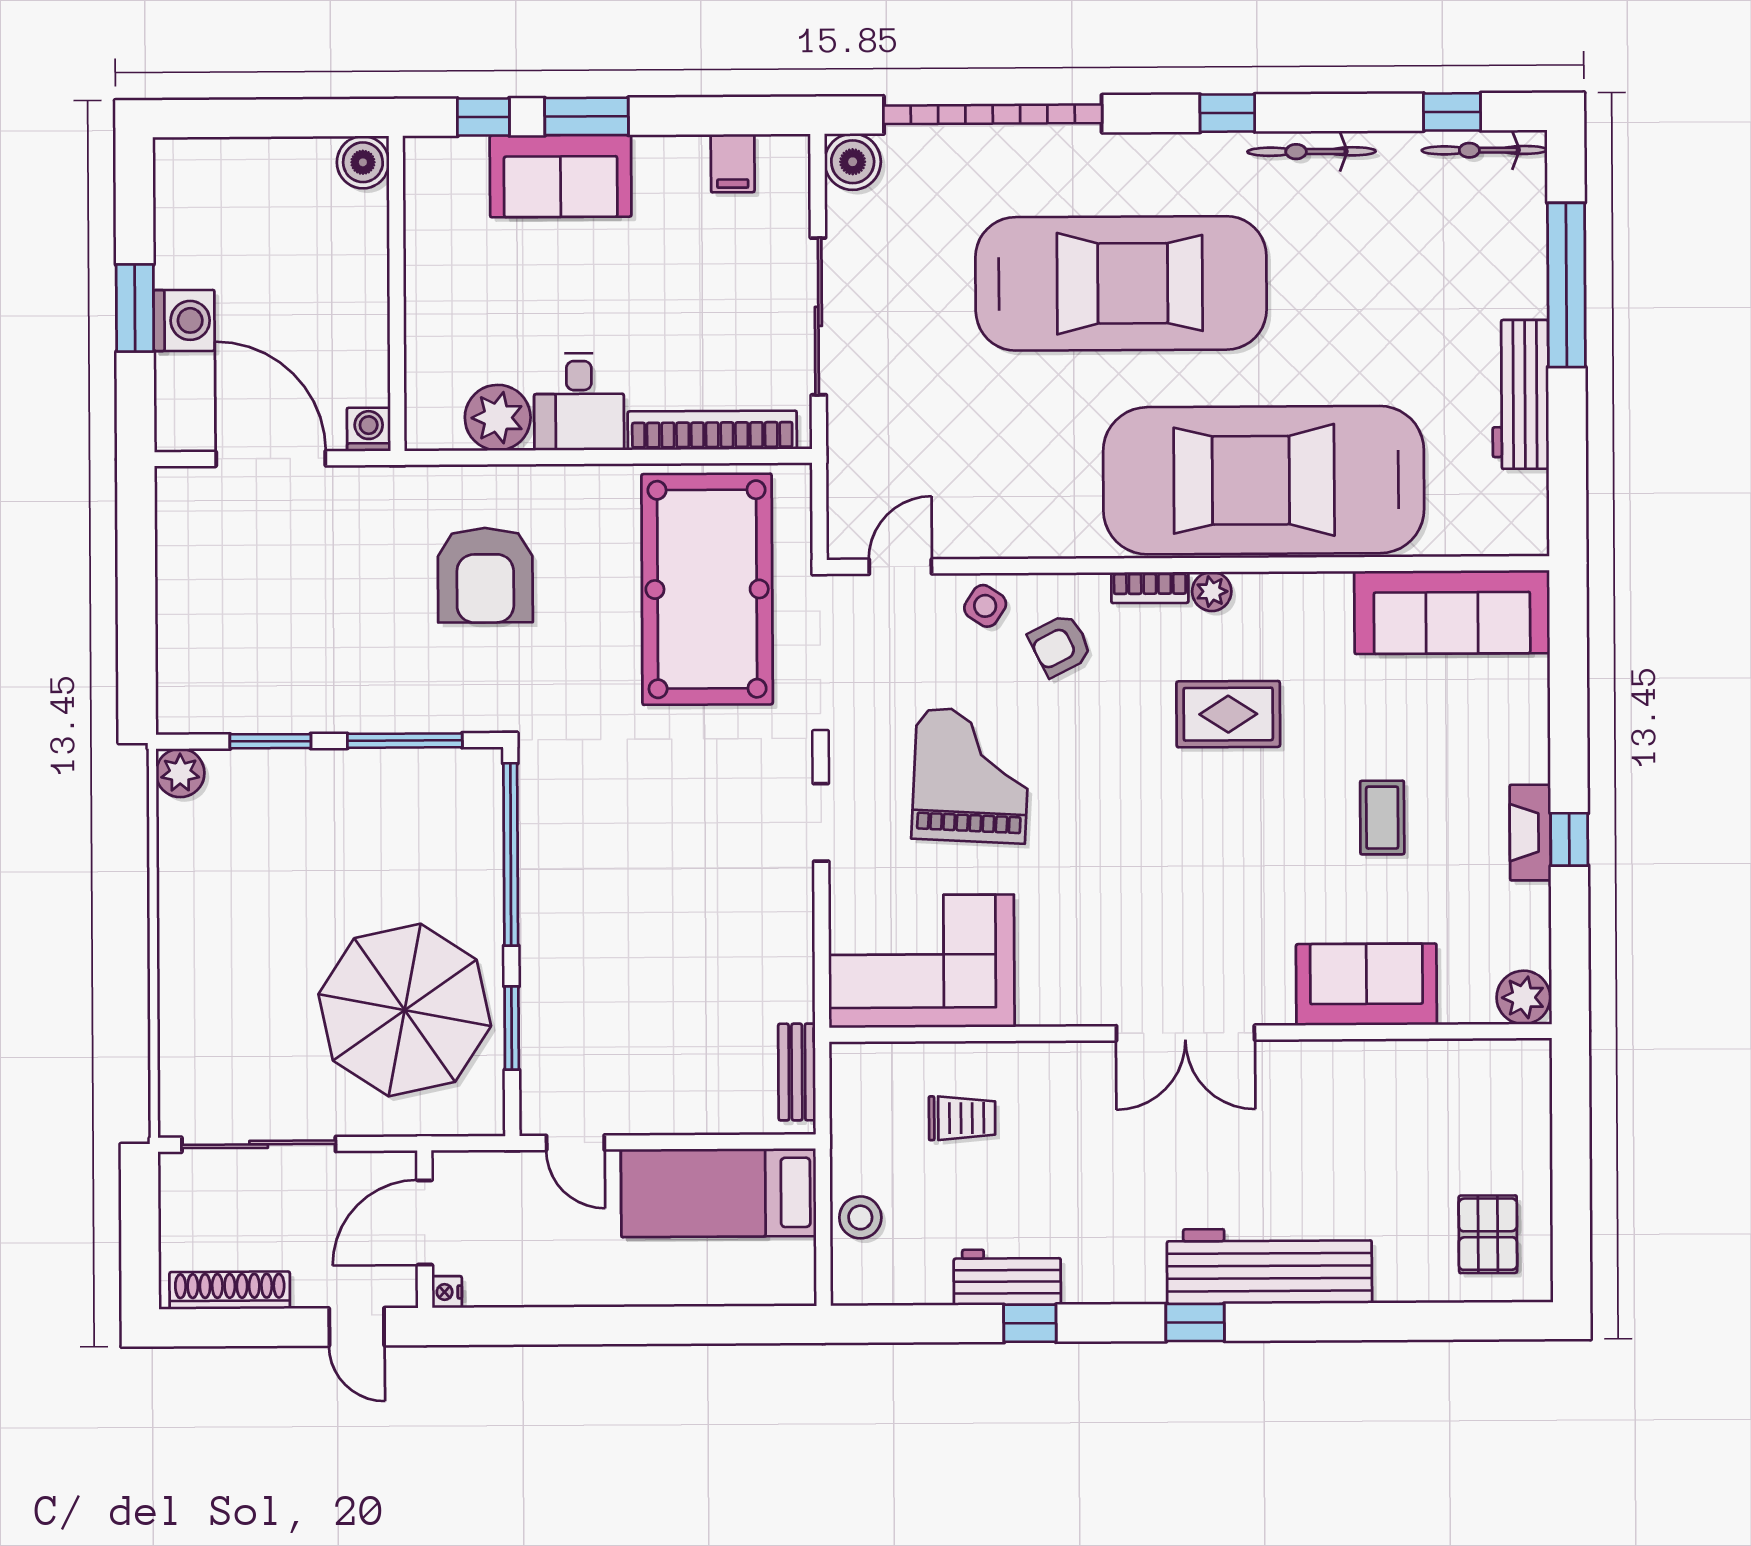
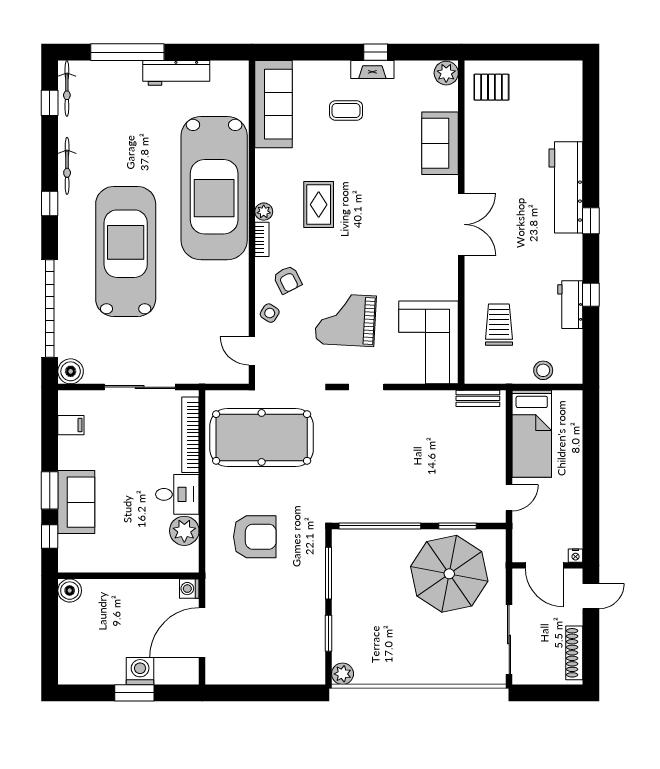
coffee table: (1382, 818) -> (346, 110), moved
trolley: (962, 1118) -> (499, 325), width x1.36, depth x1.39
pallet: (1488, 1234) -> (491, 87), moved

